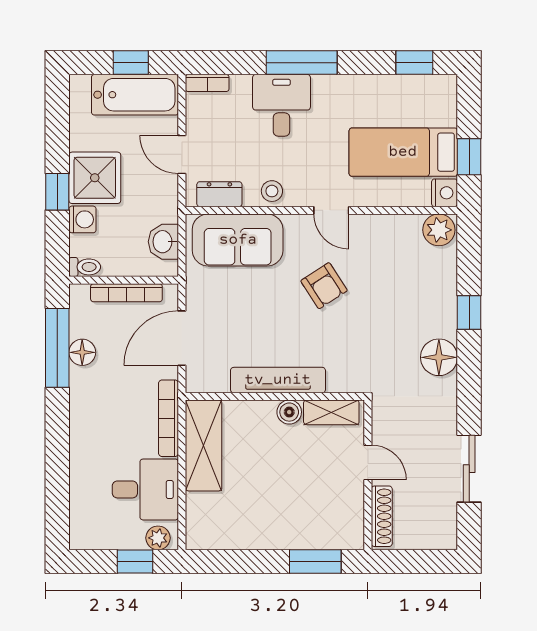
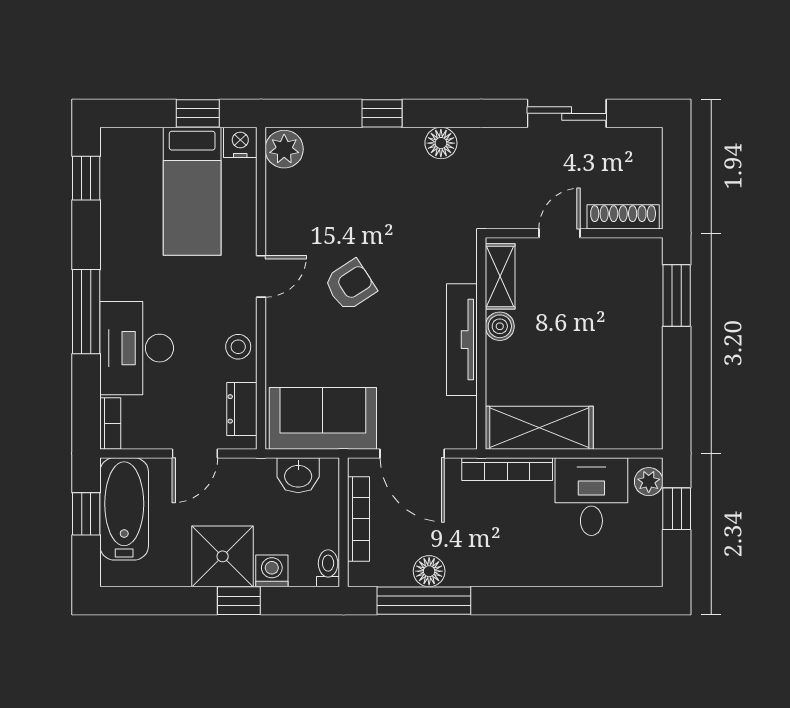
desk: (281, 105) -> (137, 348), width x1.37
sofa: (238, 240) -> (323, 418), moved, turned -90
floor lamp: (439, 357) -> (441, 143), width x0.73, depth x0.73

